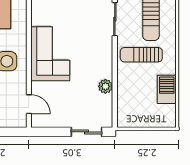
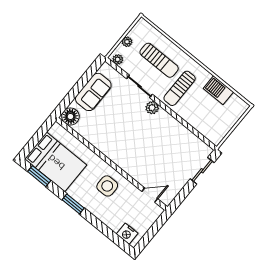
corner sofa: (50, 54) -> (127, 151), removed
plant: (105, 86) -> (152, 108), moved

